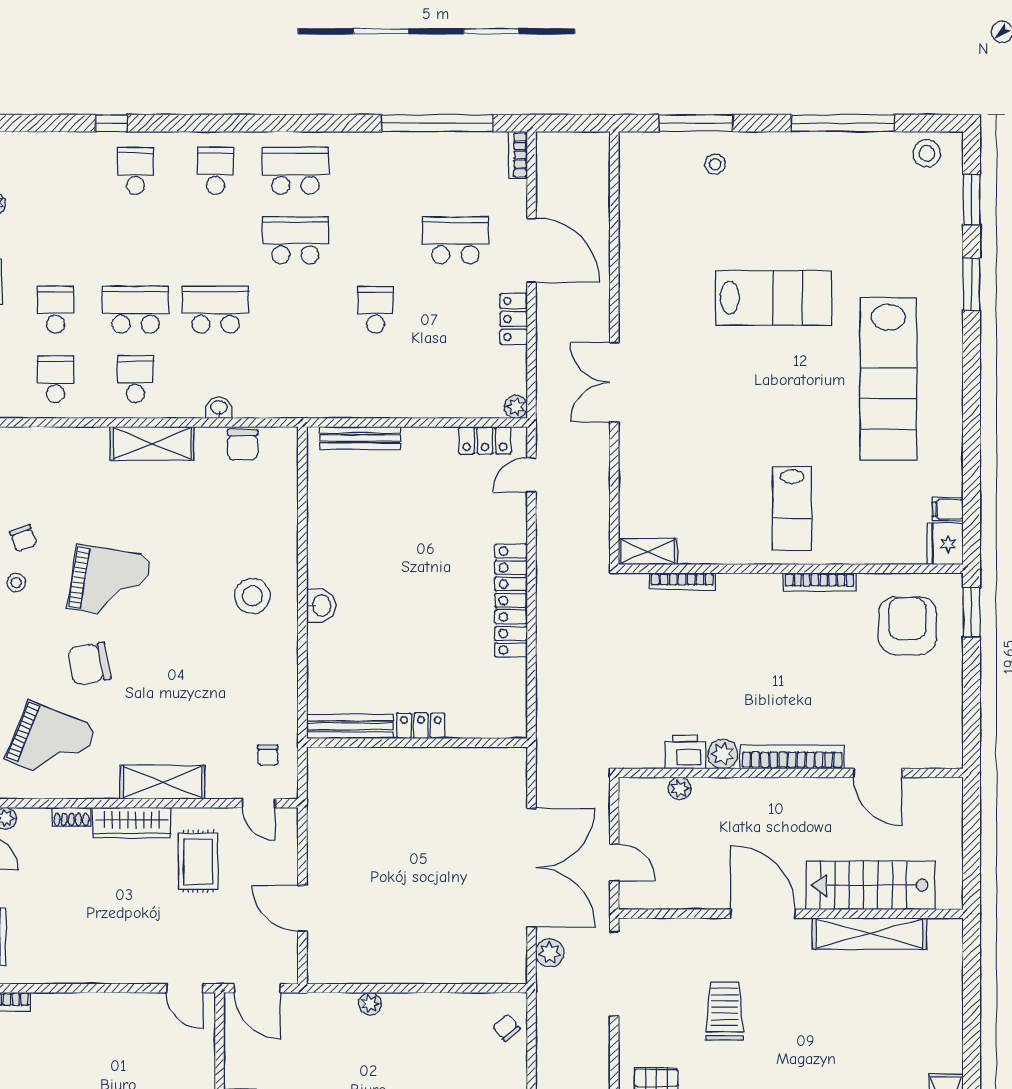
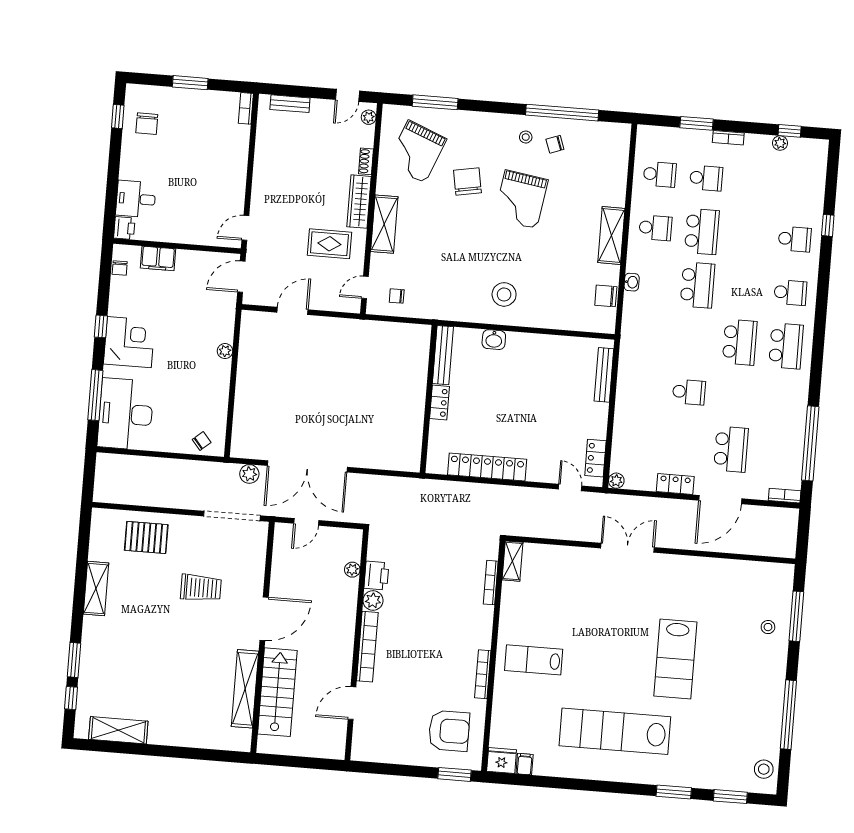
bench: (350, 726) -> (443, 355), moved
locker: (421, 726) -> (440, 403), moved
wall: (417, 743) -> (428, 399), moved

